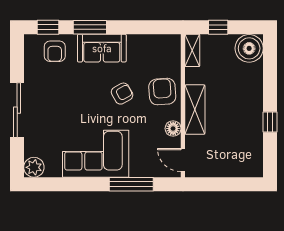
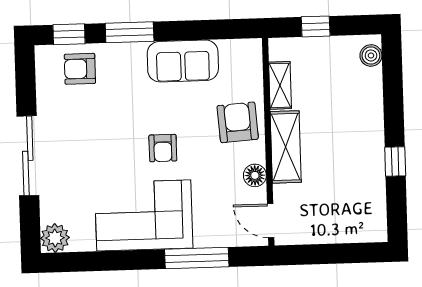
sofa: (102, 48) -> (183, 61), moved
boiler: (249, 48) -> (371, 55), width x0.54, depth x0.54
shelving: (192, 50) -> (280, 85), moved
armchair: (55, 51) -> (80, 69), turned 90
armchair: (122, 94) -> (163, 148), moved, turned 120

